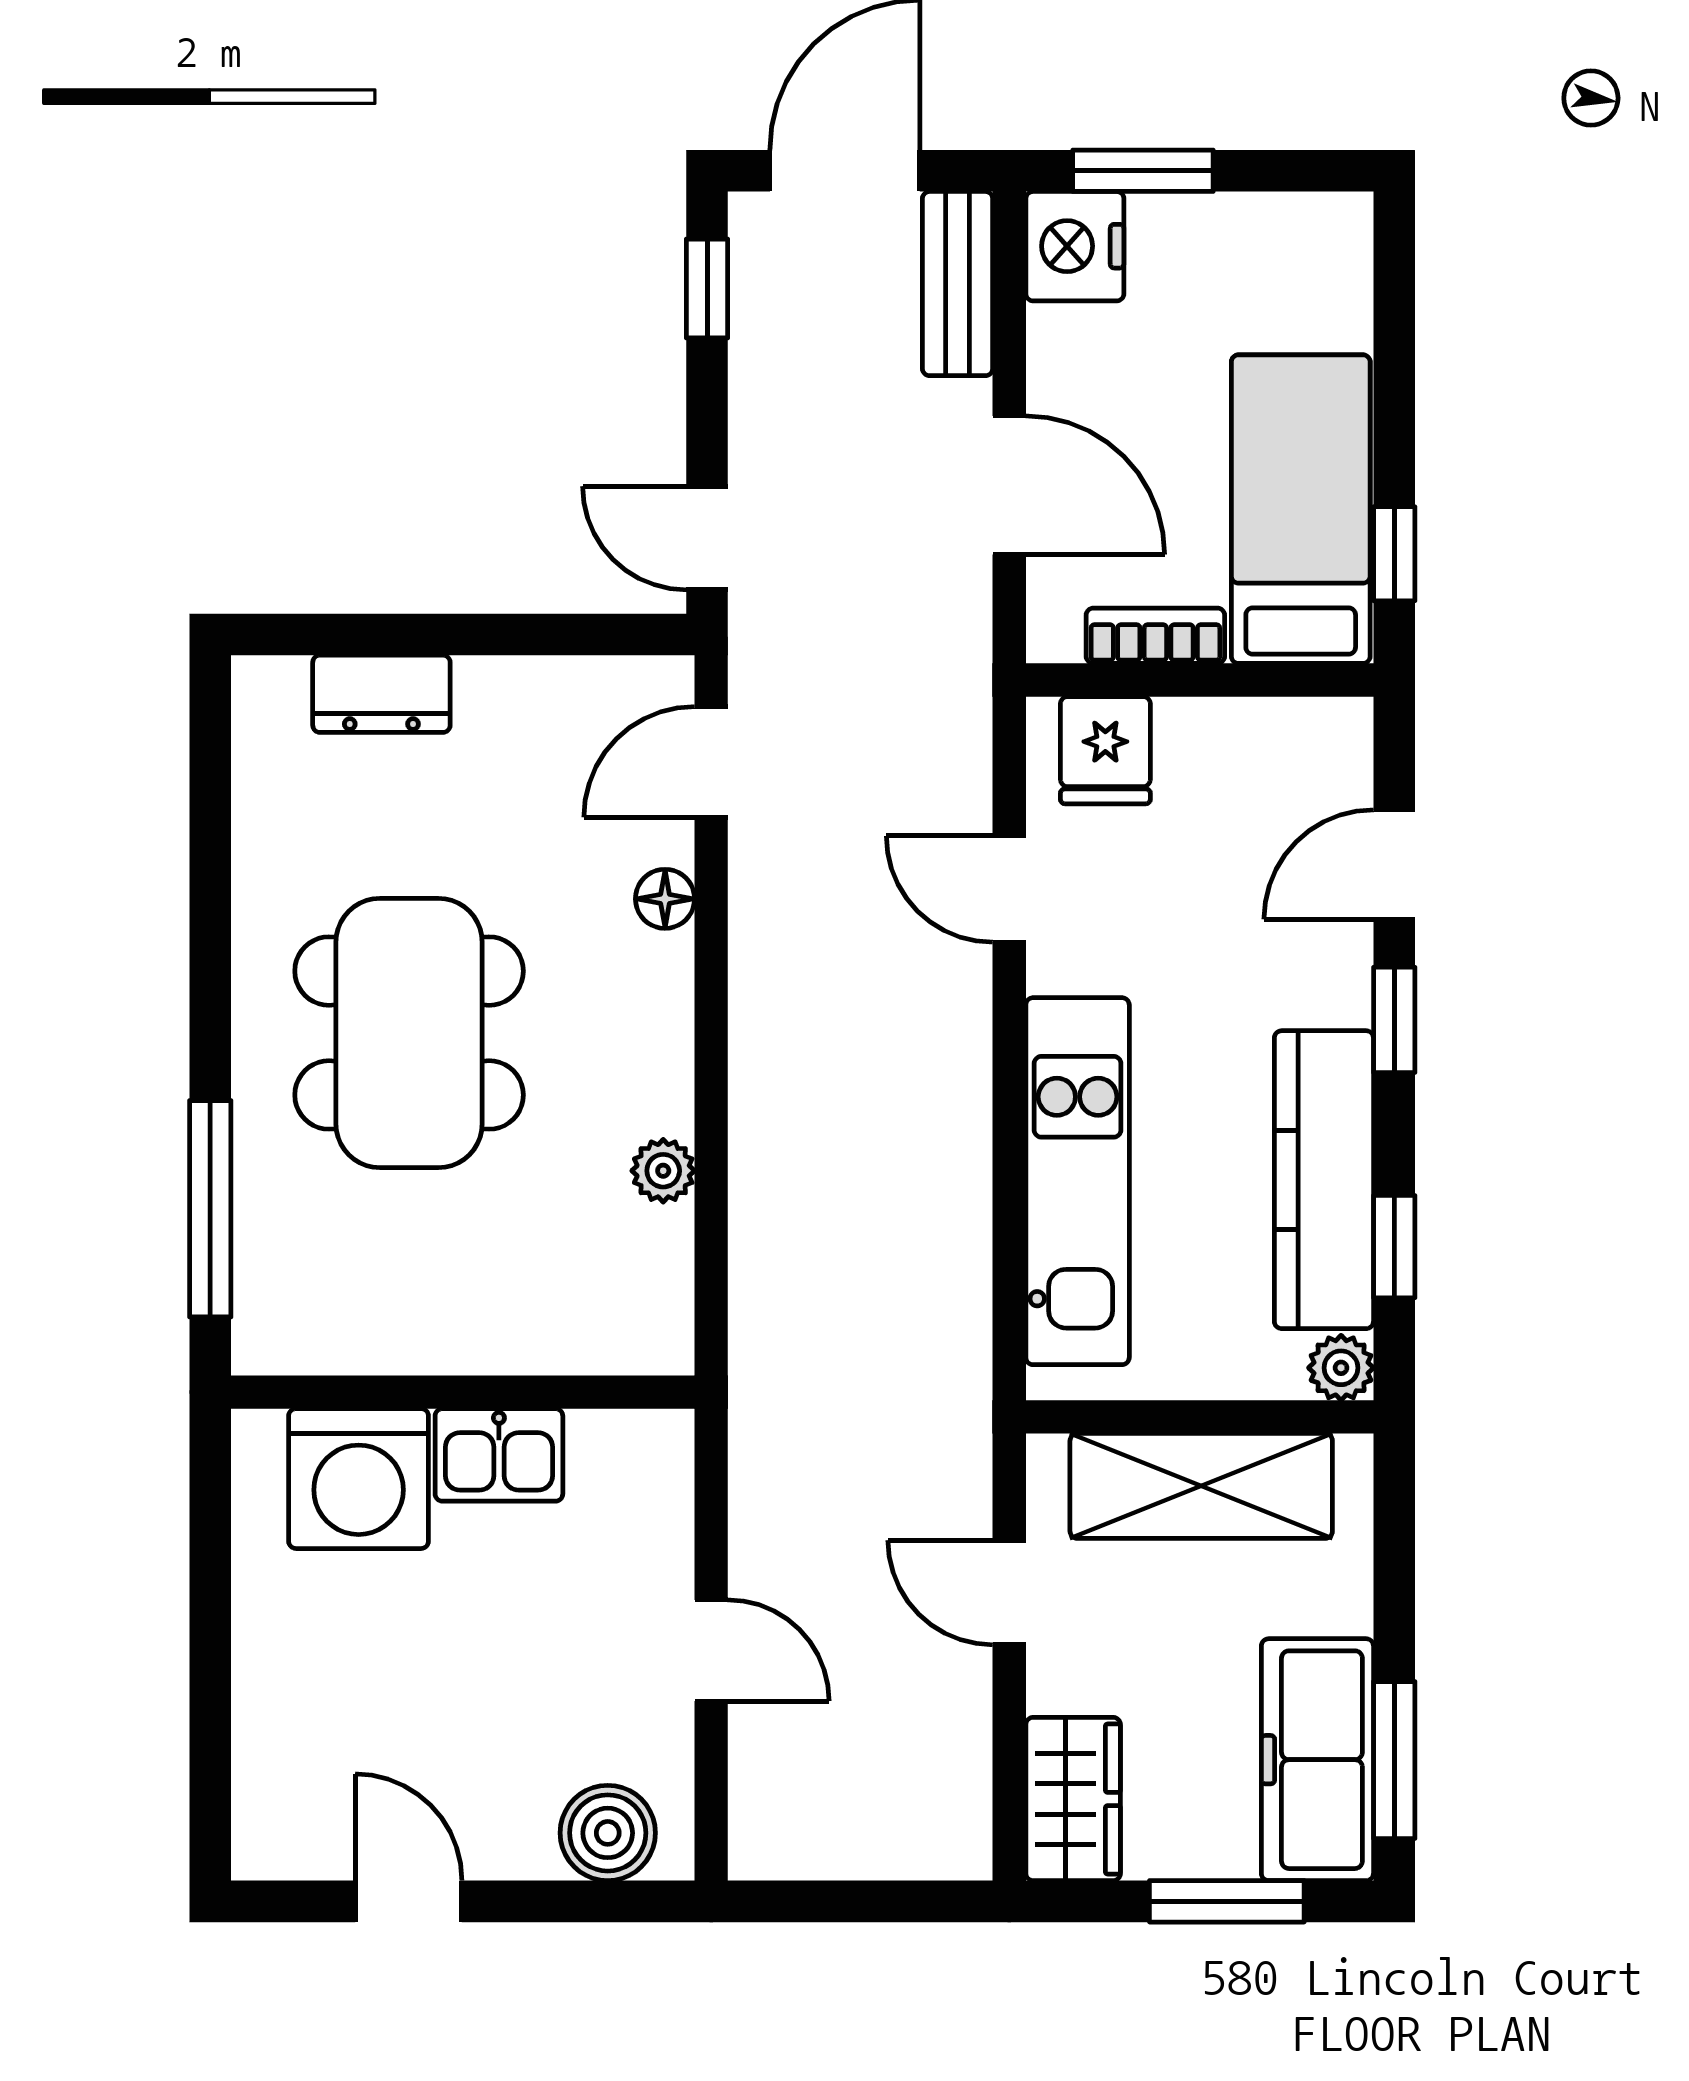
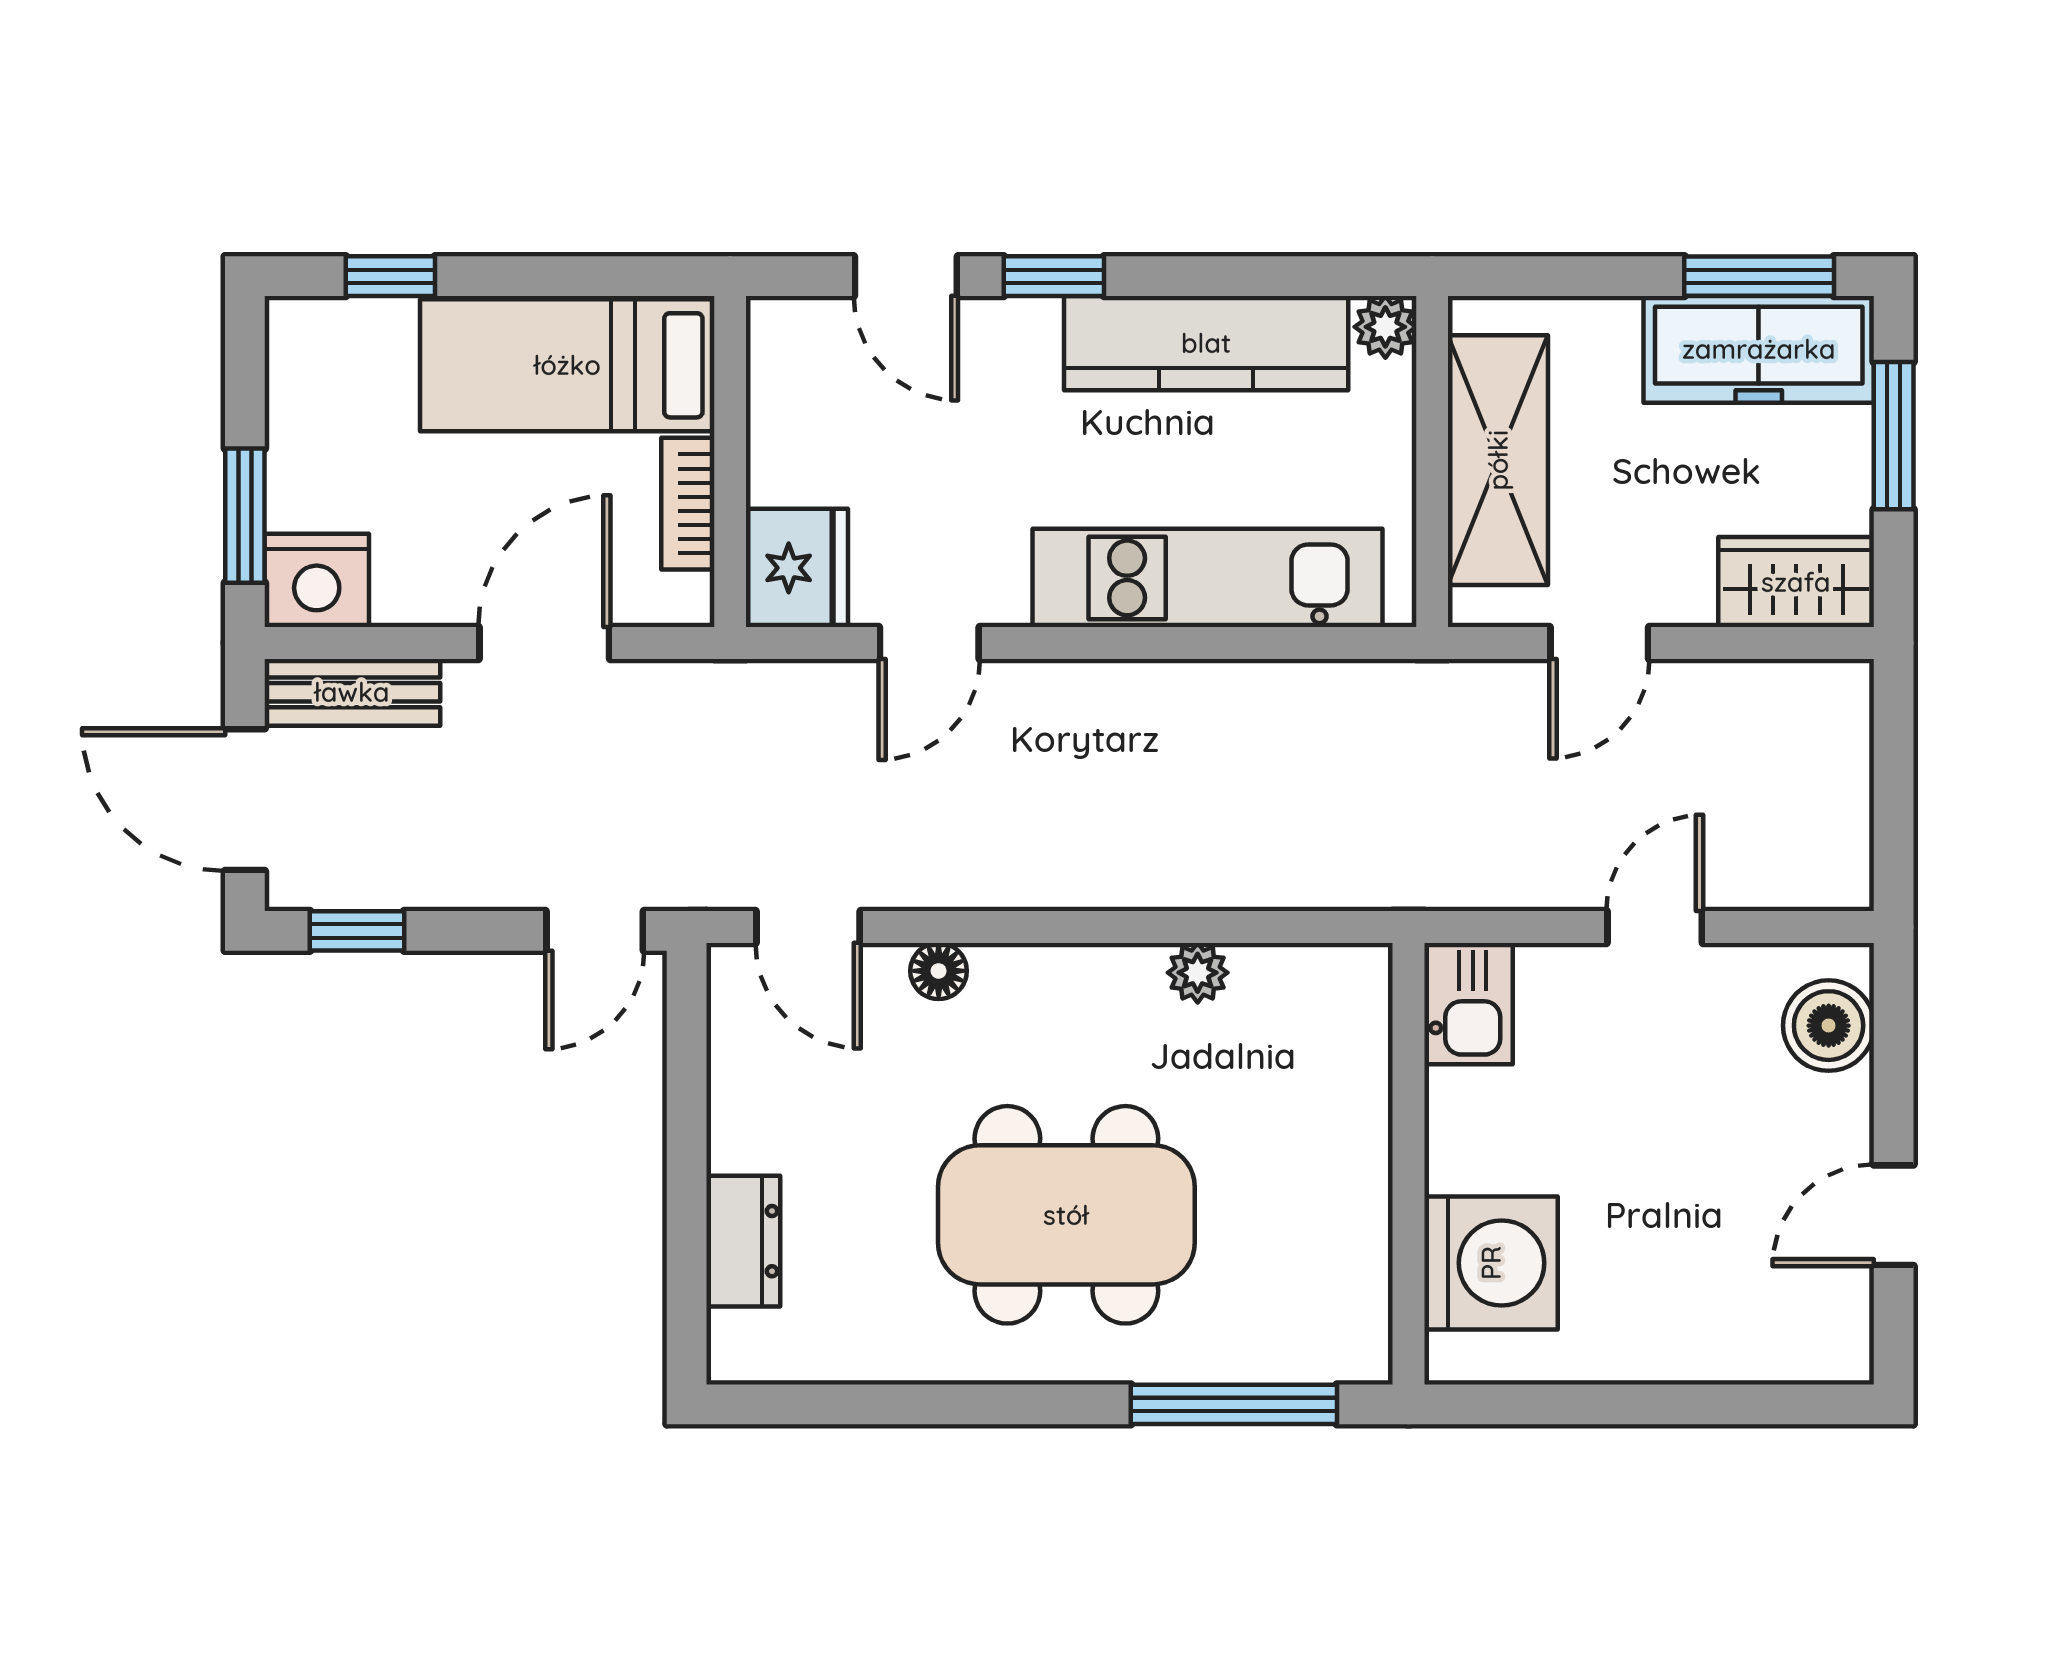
window: (1394, 554) -> (390, 276), moved
fridge: (1105, 750) -> (797, 568), width x1.38
window: (1394, 1247) -> (1270, 276), removed
kitchen sink: (499, 1455) -> (1468, 1004), moved

